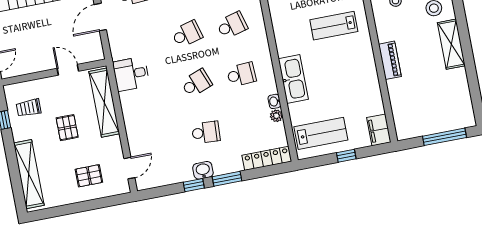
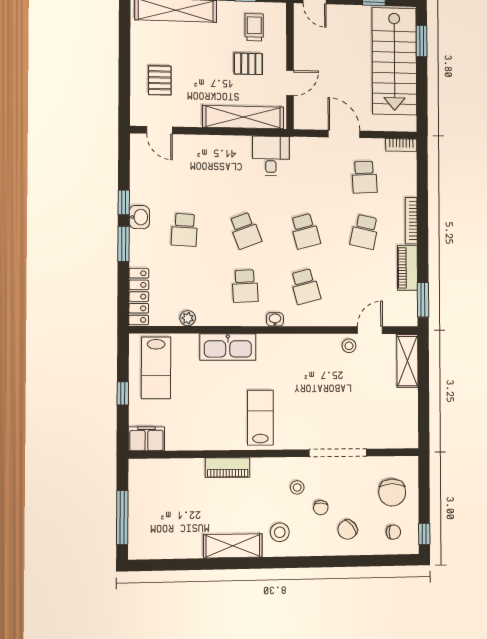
lab bench: (334, 26) -> (260, 418), moved
washbasin: (274, 101) -> (275, 319), moved
pallet: (67, 128) -> (248, 64), moved

